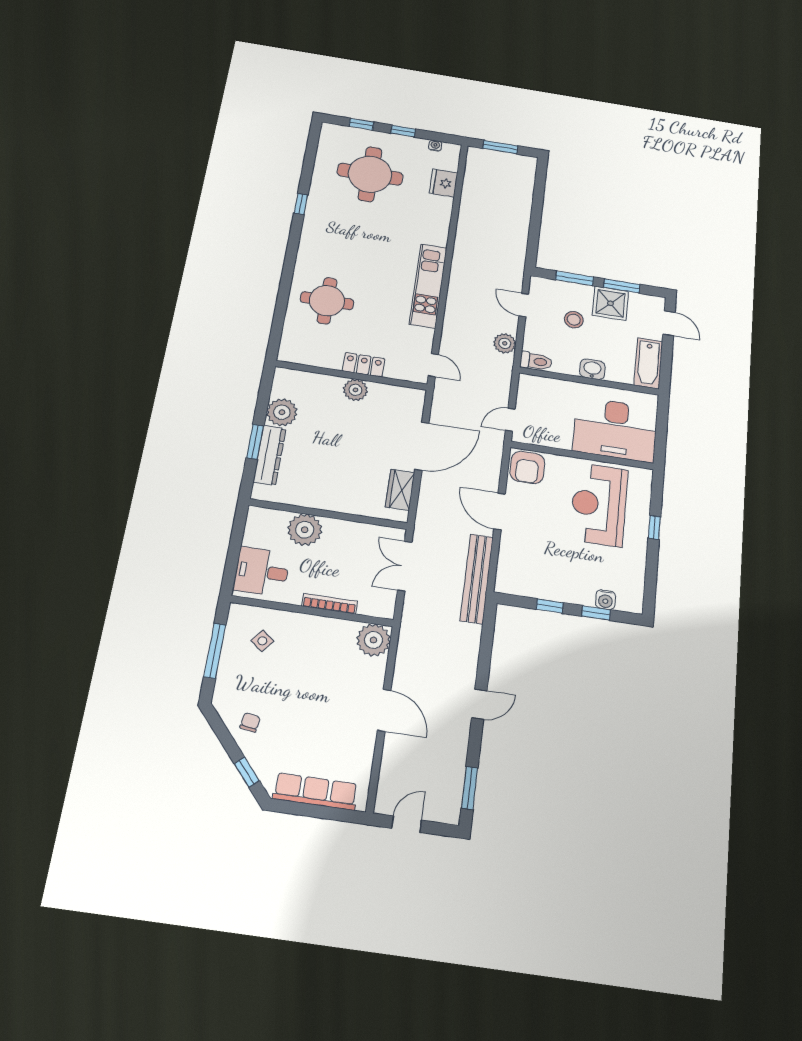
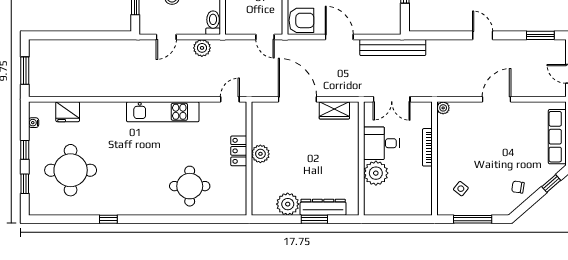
door: (500, 511) -> (339, 37), swing flipped
desk: (262, 572) -> (381, 143), moved, turned 90
plant: (374, 640) -> (443, 108), width x0.53, depth x0.53

